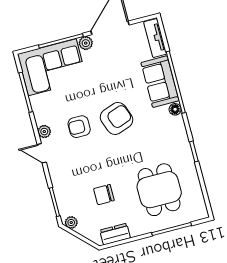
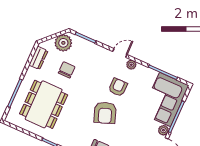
dining table: (159, 190) -> (44, 104), width x1.38
plant: (71, 223) -> (63, 43), width x1.87, depth x1.87

